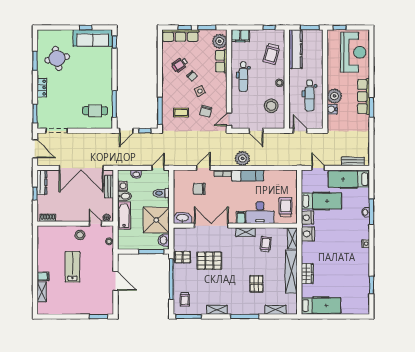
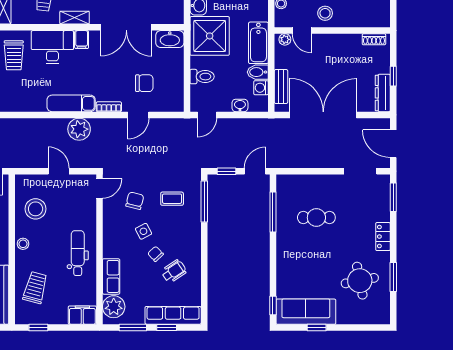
cafe table: (95, 111) -> (316, 218), moved

